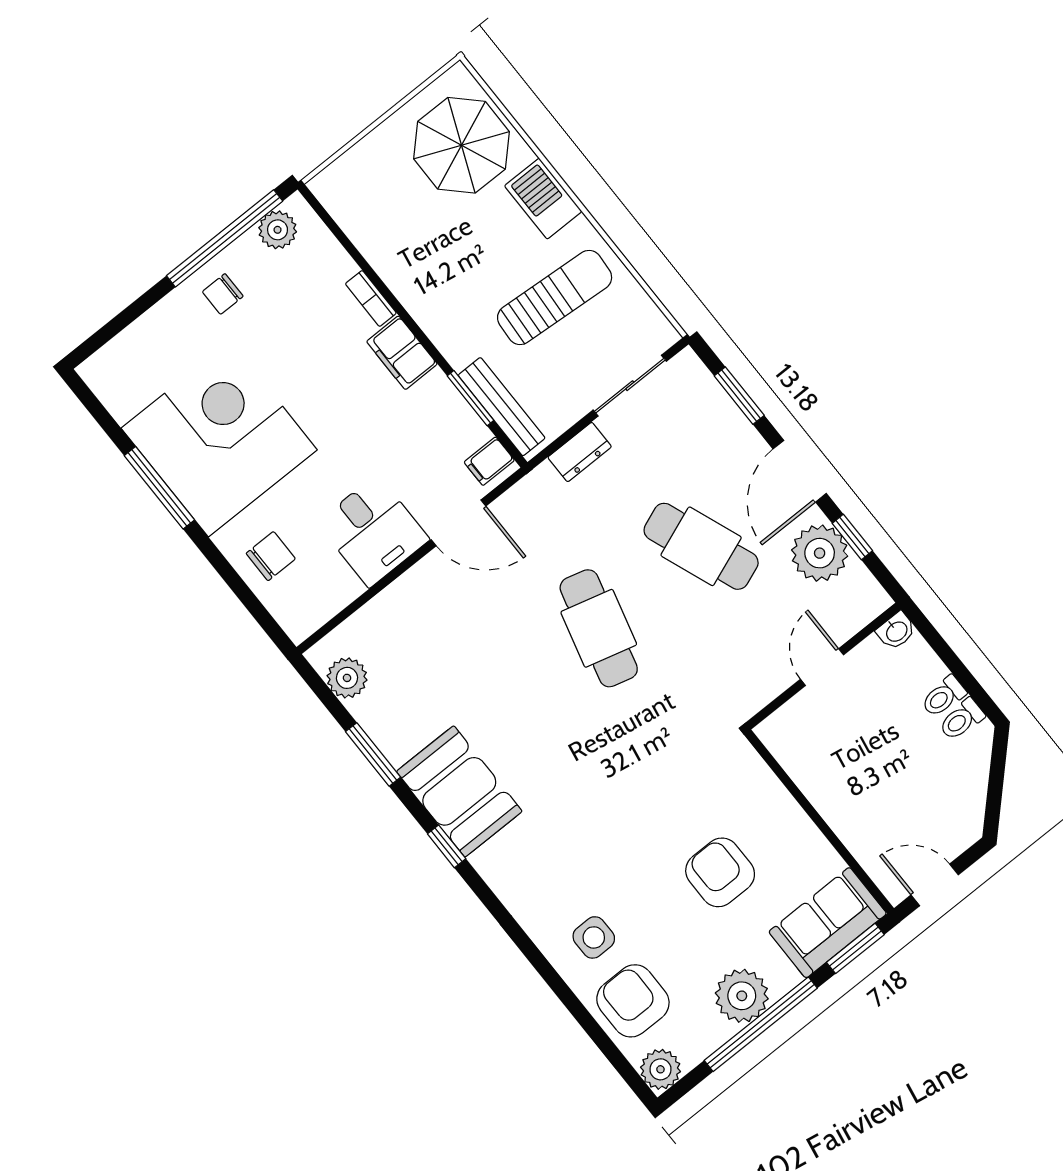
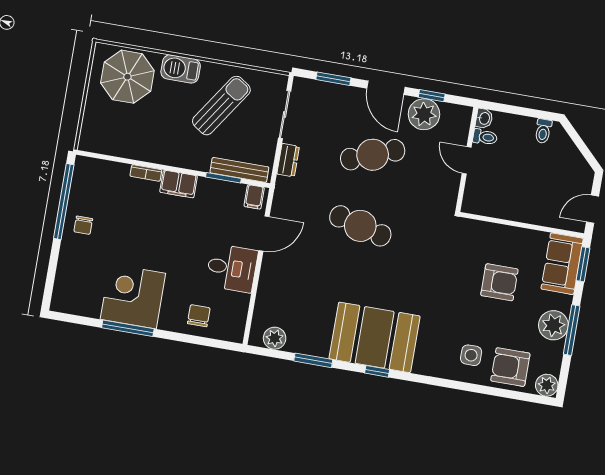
plant: (278, 230) -> (82, 179), removed
sun lounger: (555, 298) -> (221, 106), turned 30
corner desk: (219, 439) -> (133, 296), width x0.74, depth x0.74
toilet: (943, 696) -> (485, 137), moved, turned -90
booth: (459, 791) -> (375, 337), width x1.36, depth x1.42
armchair: (720, 872) -> (499, 282), turned 180
window: (761, 1024) -> (572, 330), width x0.68

